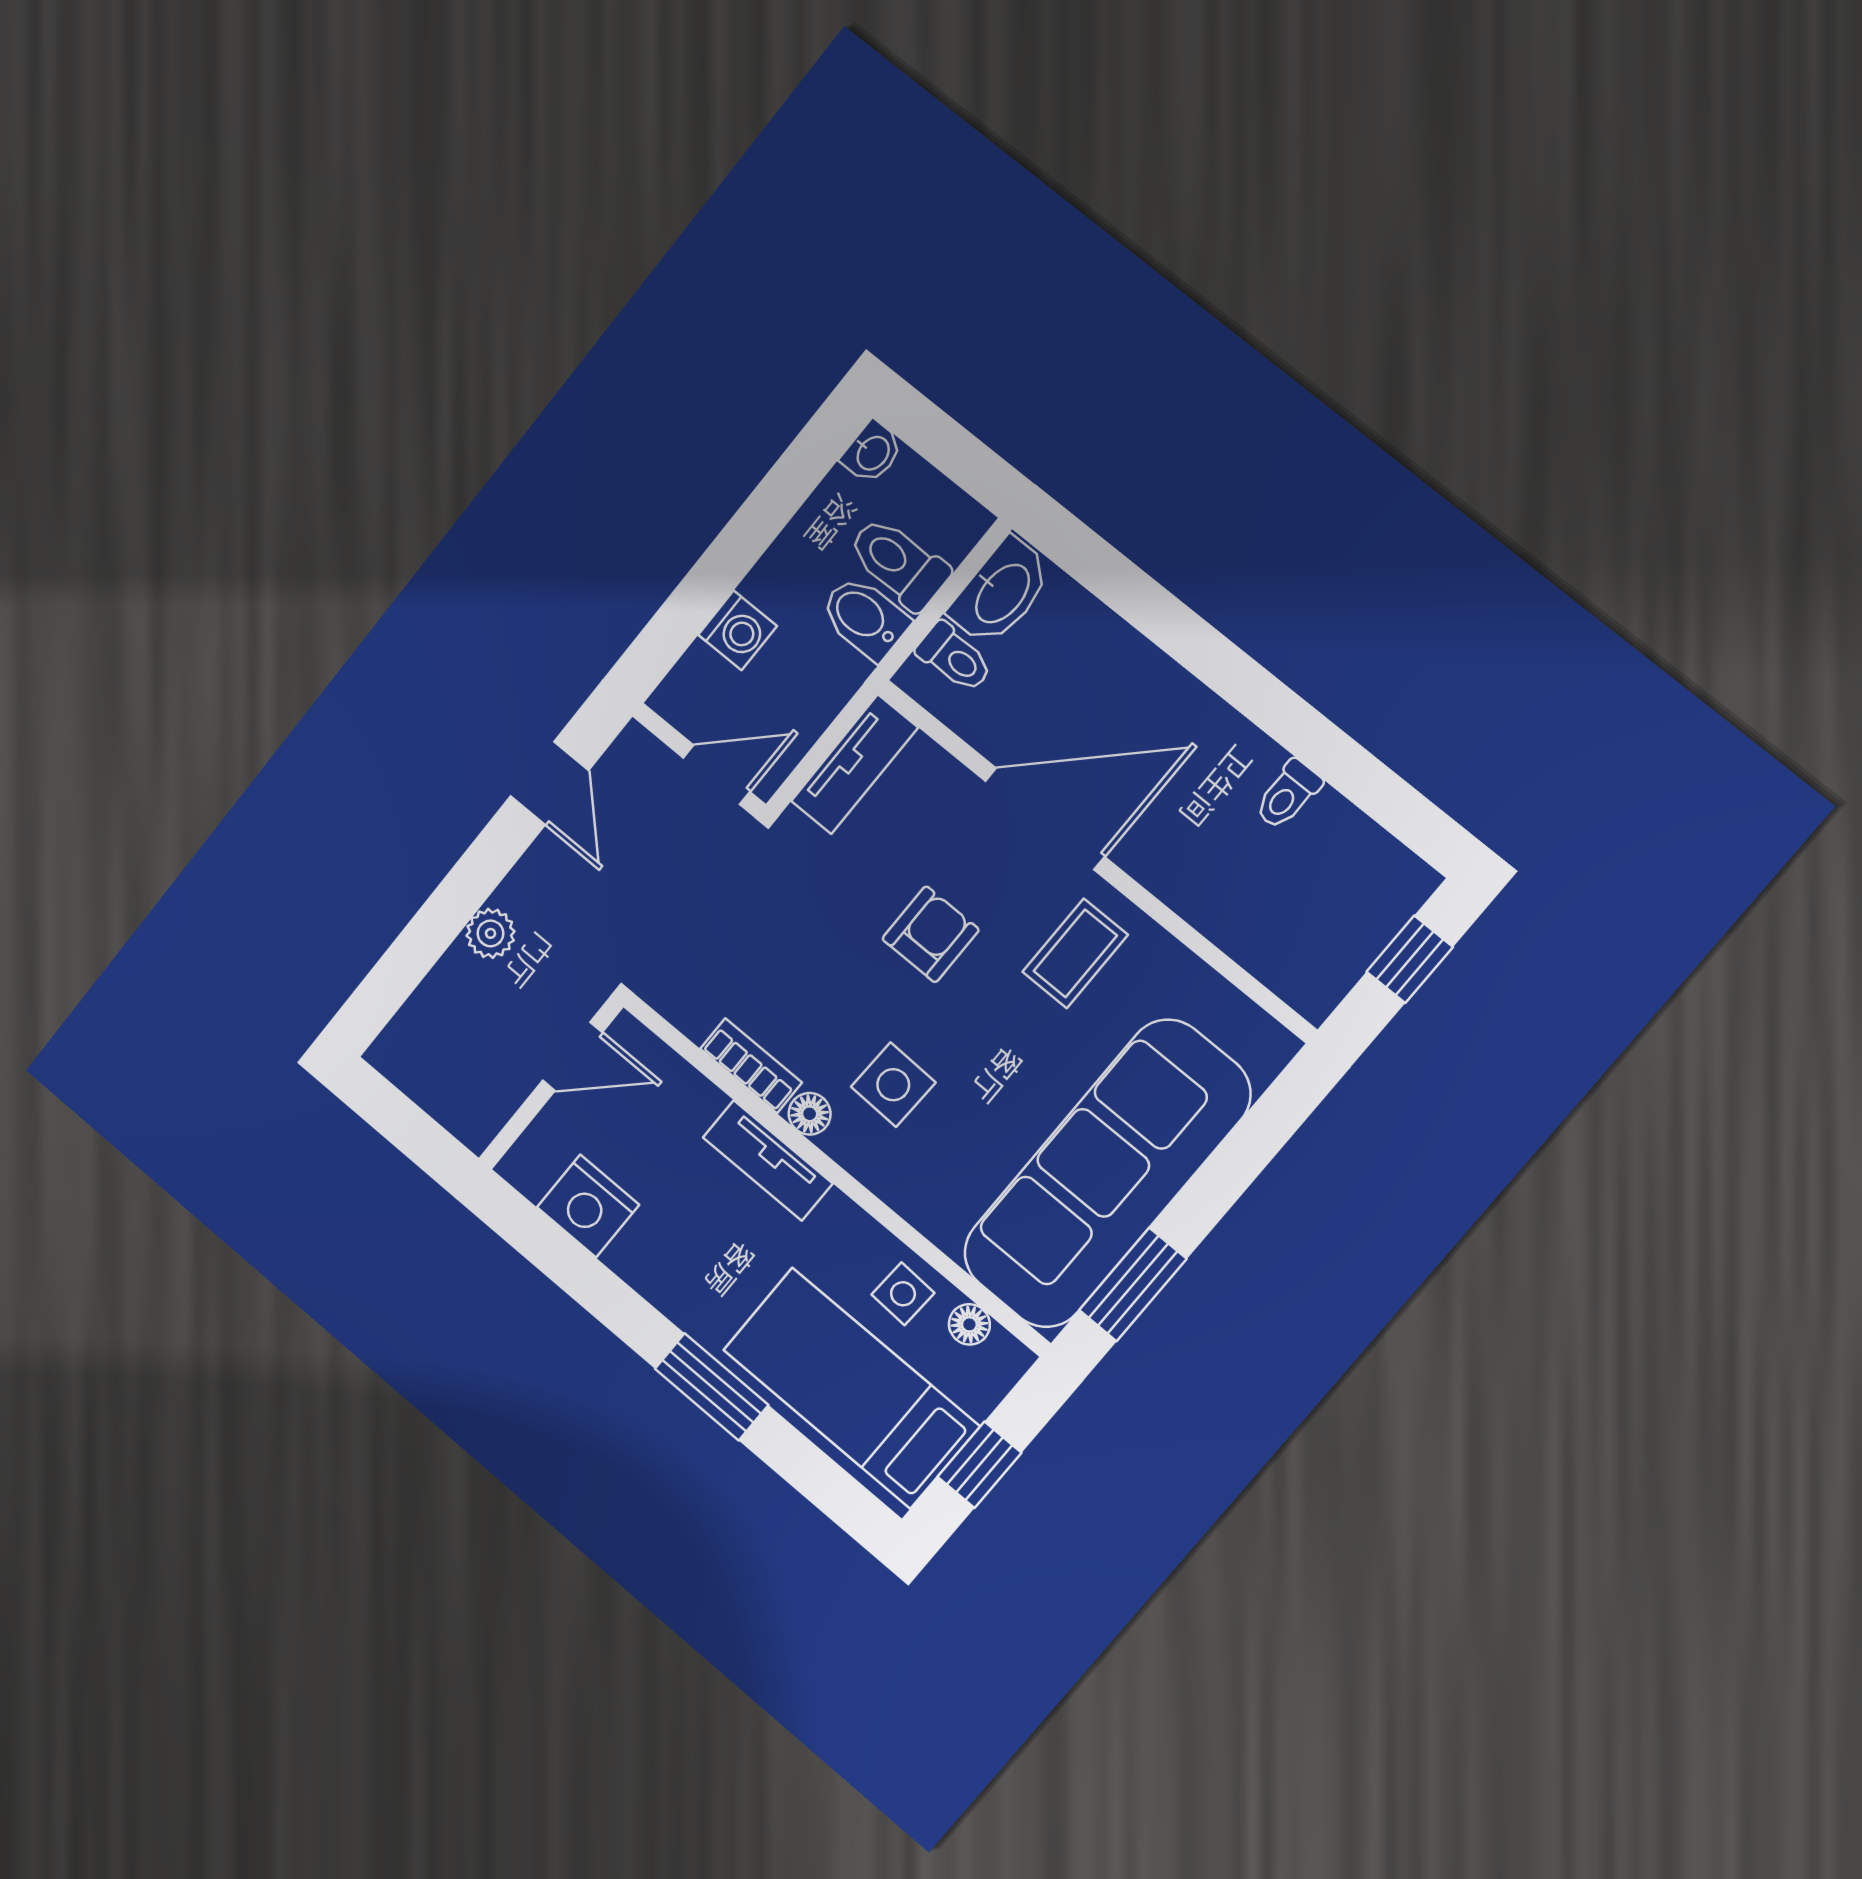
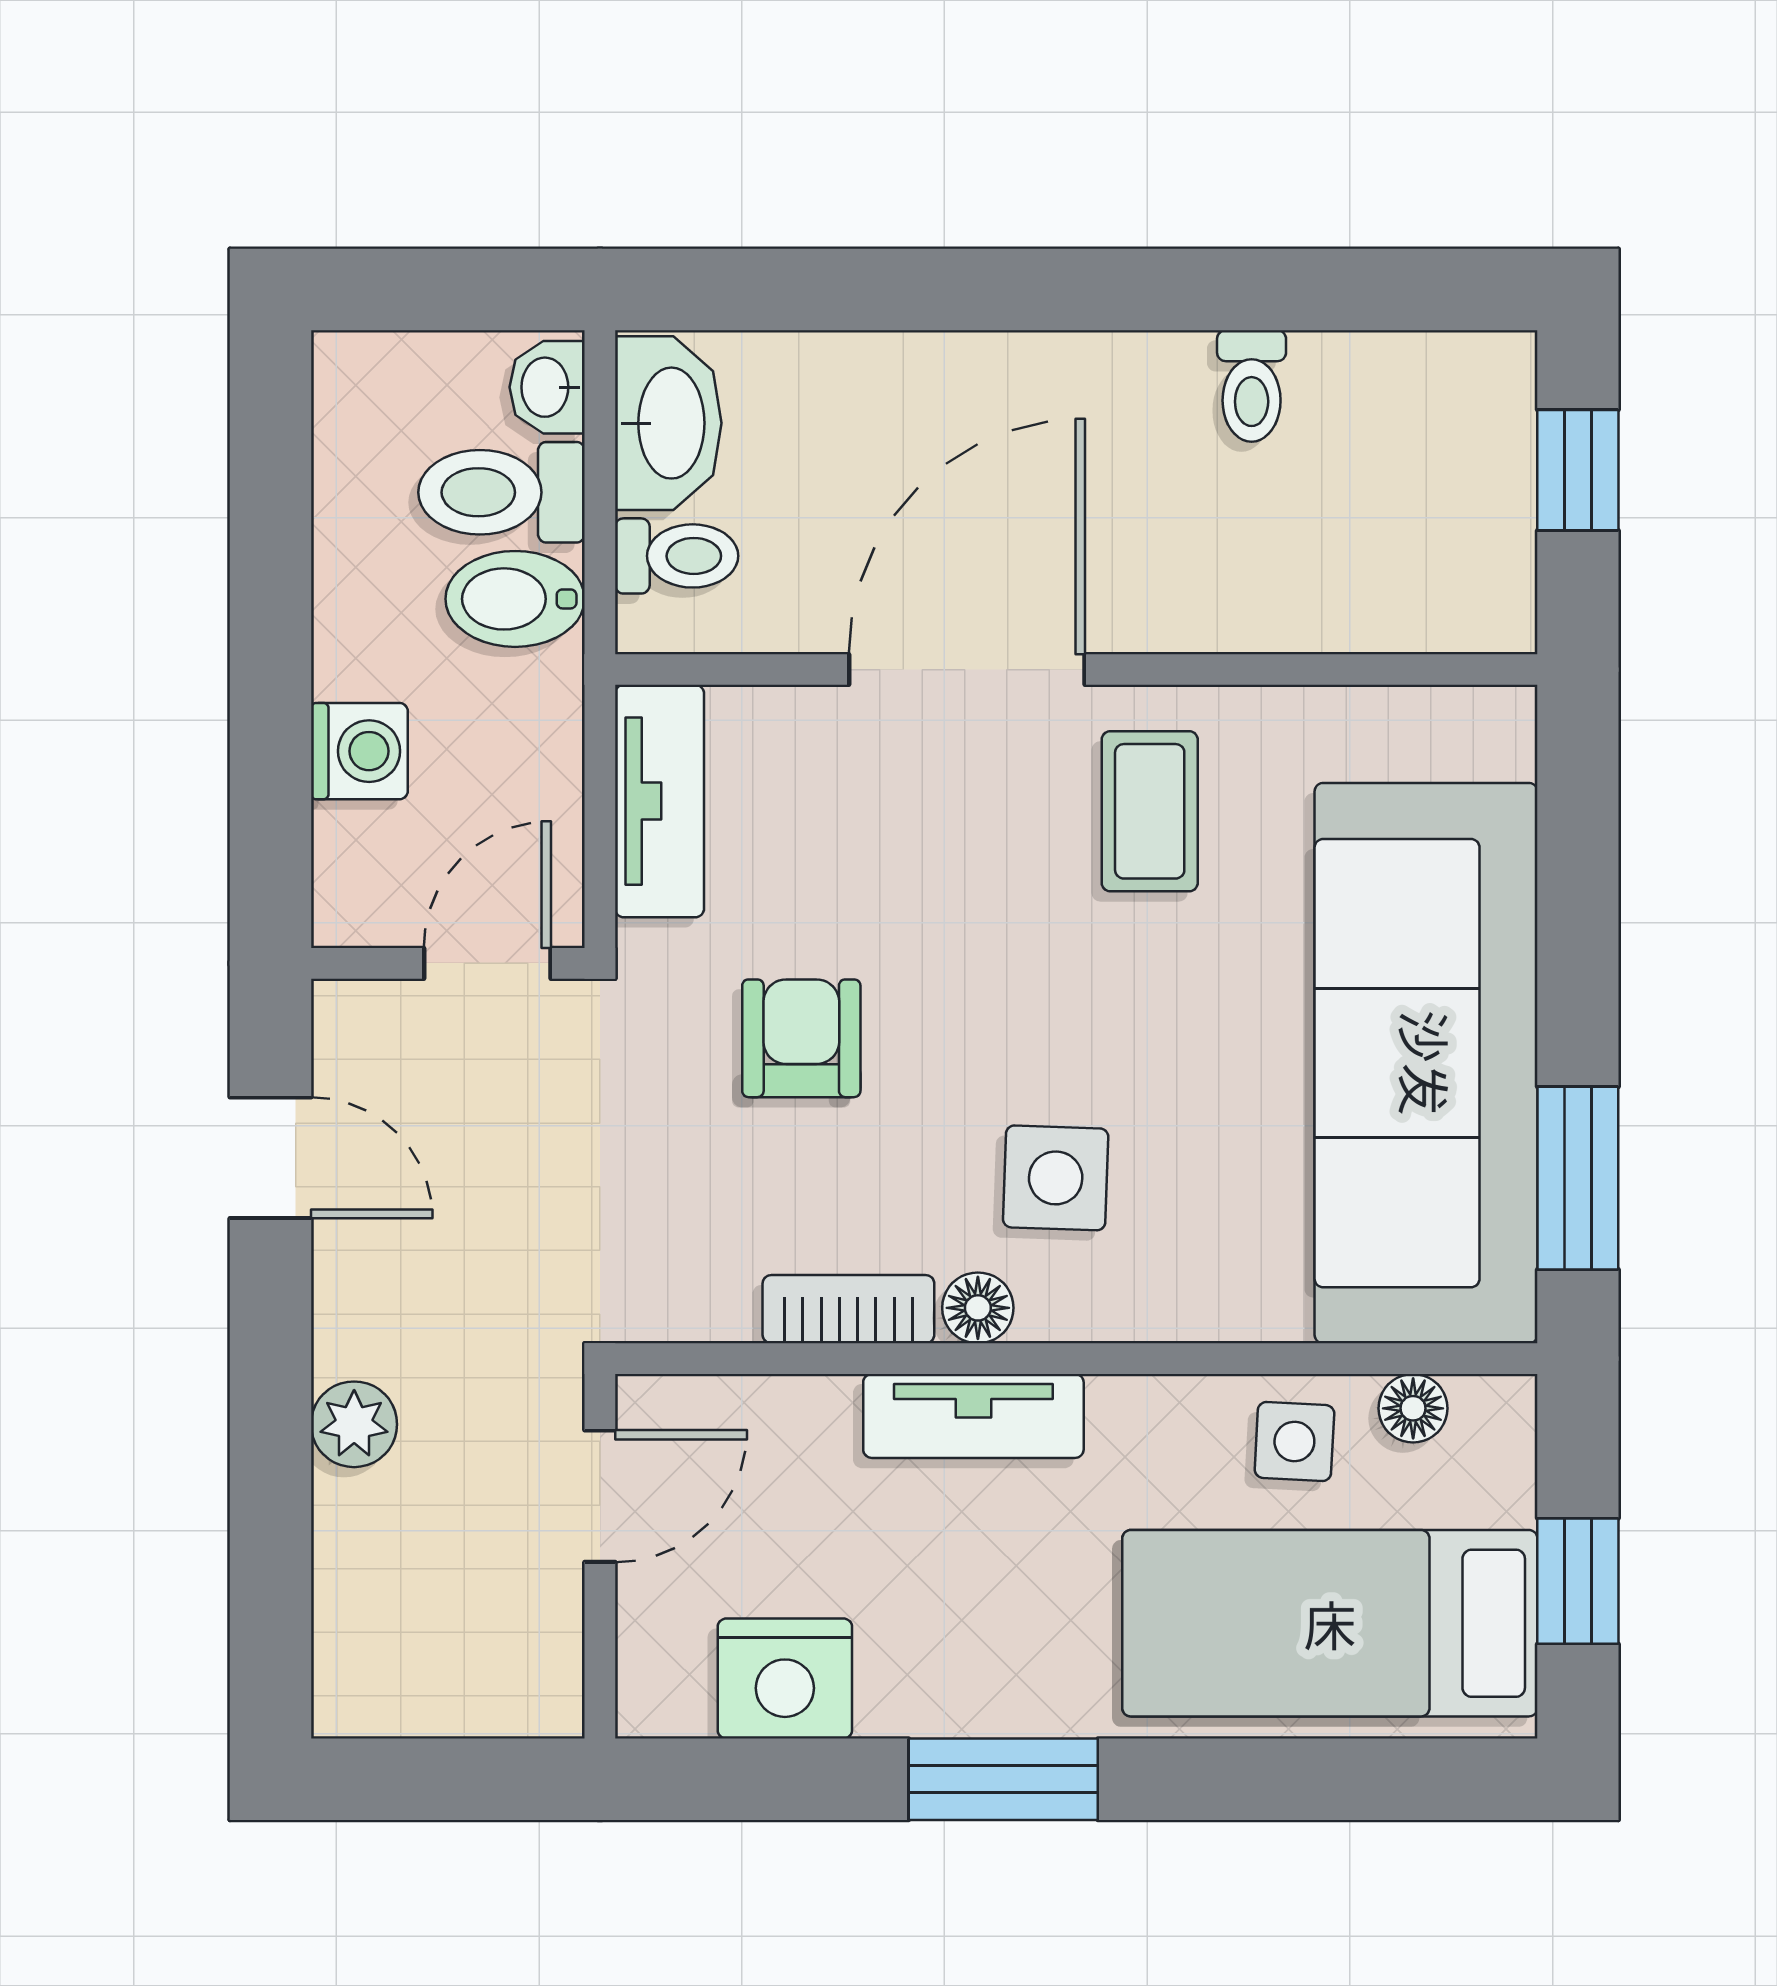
washbasin: (872, 452) -> (547, 387), moved, turned 180
armchair: (931, 934) -> (801, 1038), moved
window: (712, 1387) -> (1003, 1779), moved

